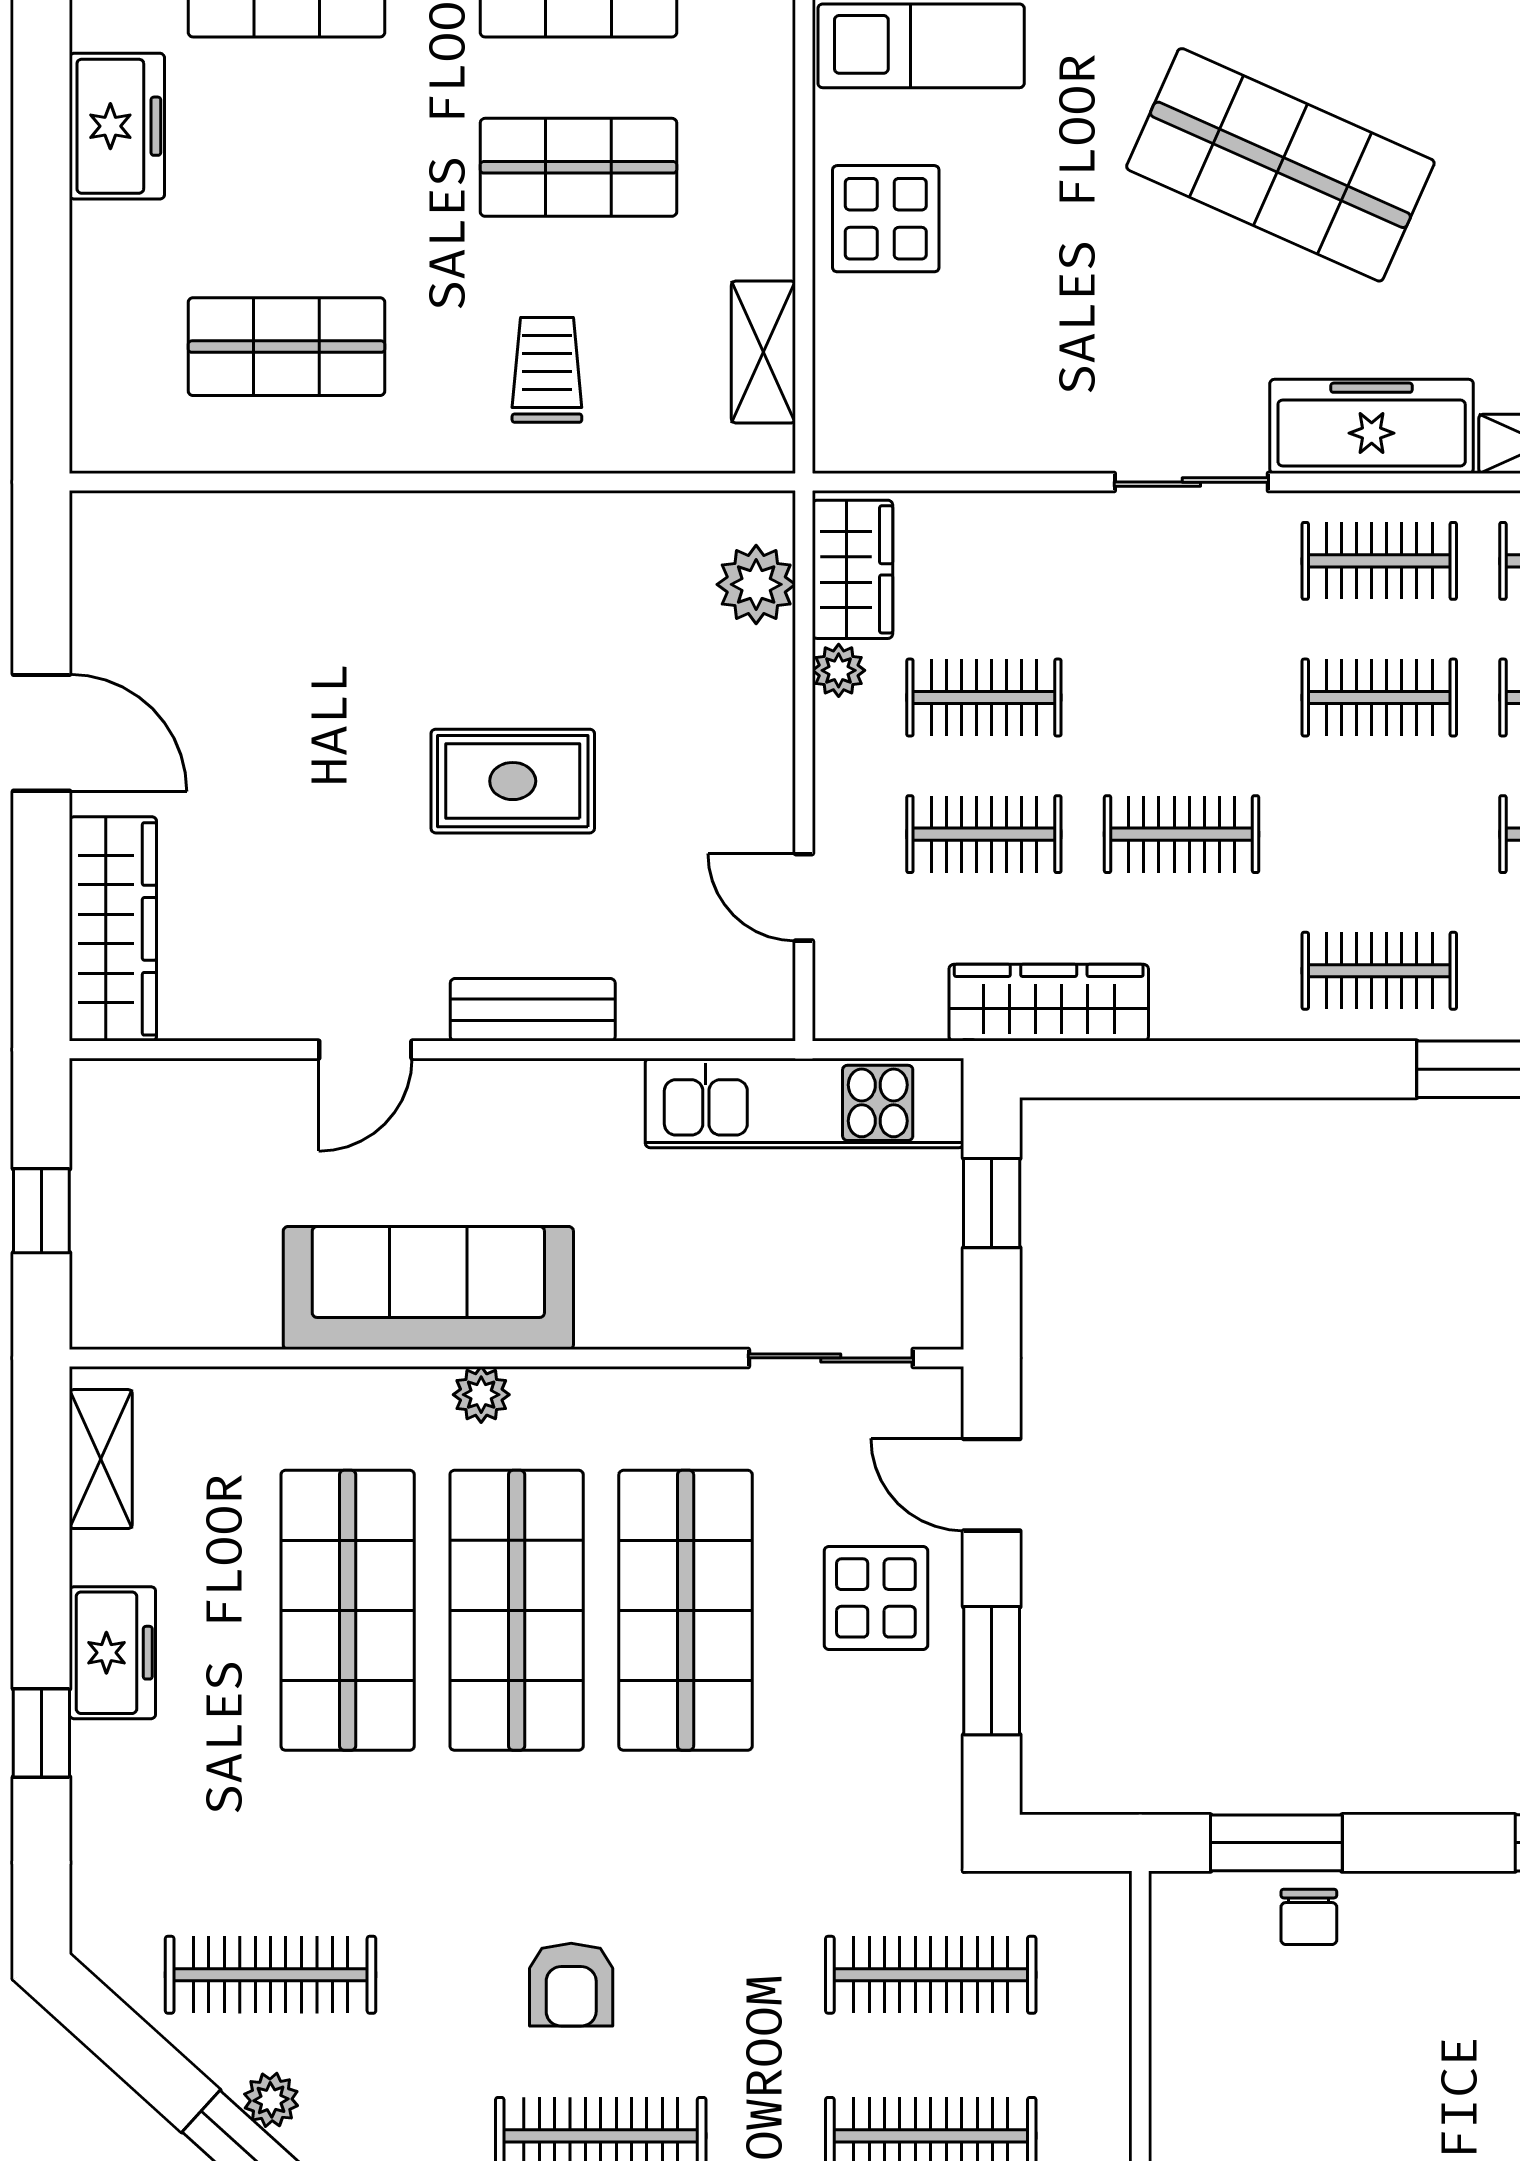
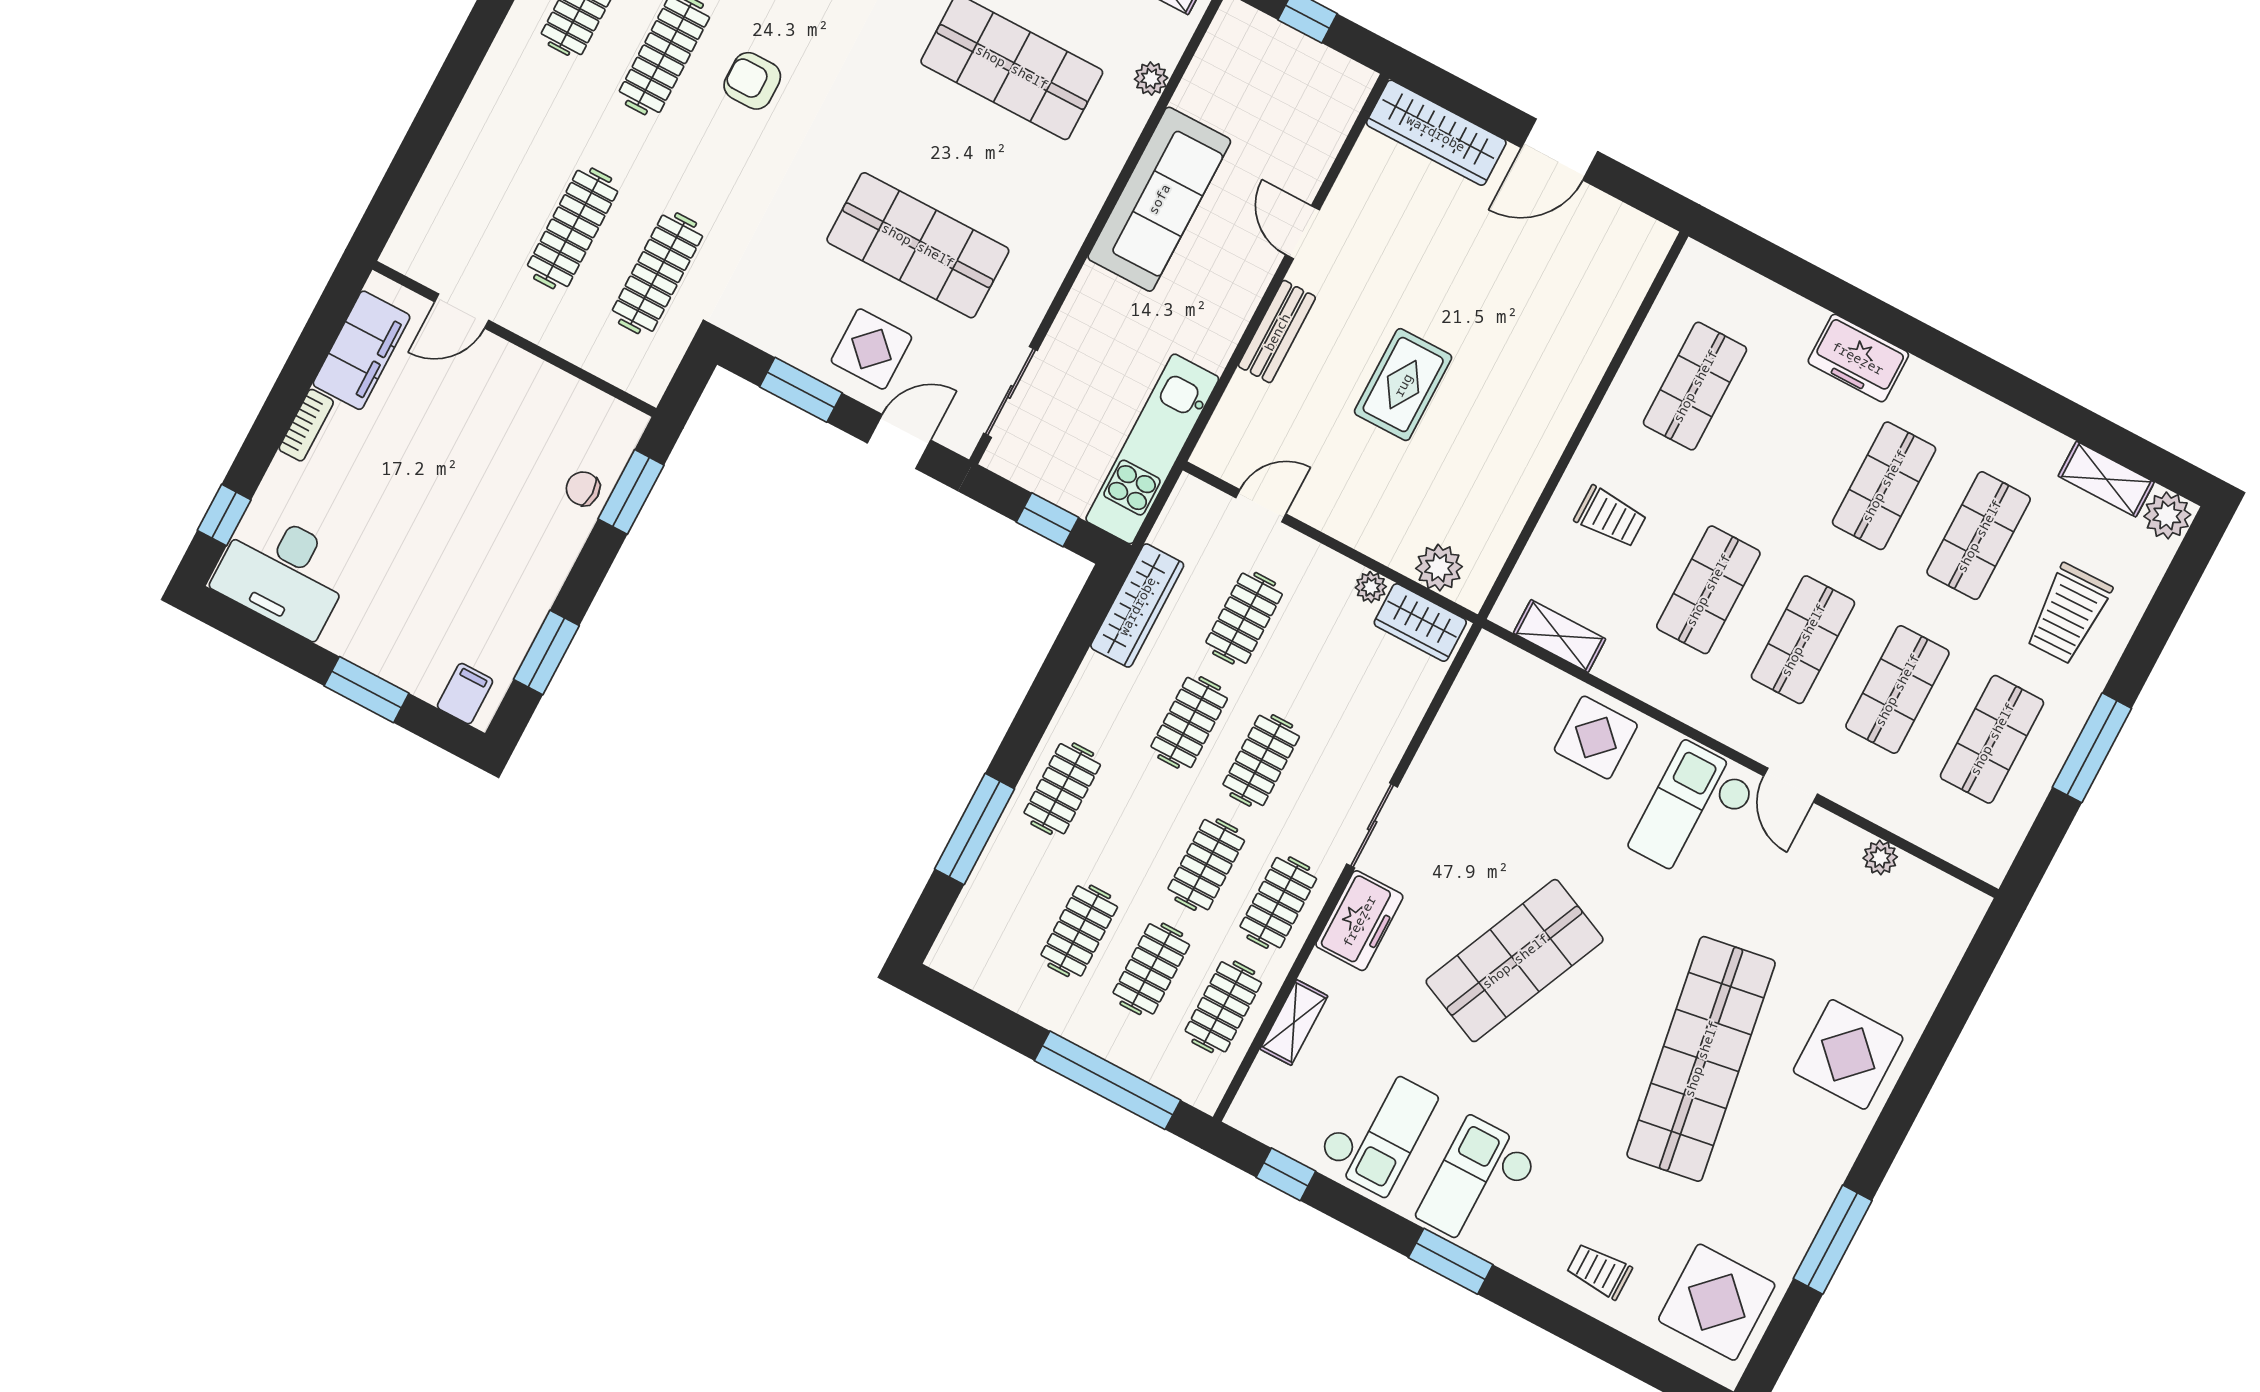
freezer: (1372, 426) -> (1359, 921), width x0.71
clothes rail: (984, 698) -> (1261, 760), moved
plant: (481, 1395) -> (1151, 79), moved
shop shelf: (517, 1610) -> (965, 156), removed

